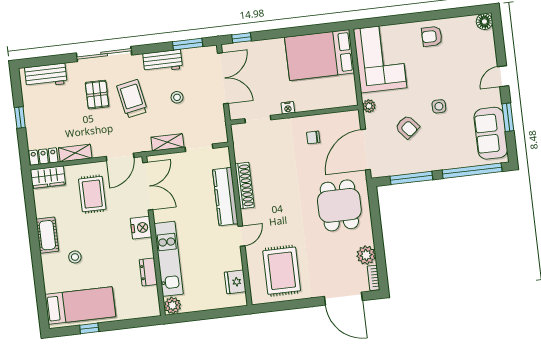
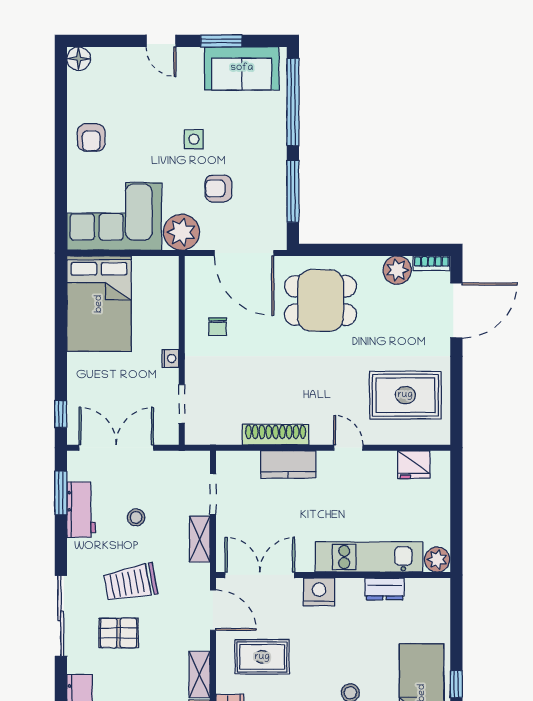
workbench: (163, 61) -> (81, 510), moved
plant: (369, 106) -> (181, 232), width x1.87, depth x1.87
armchair: (407, 127) -> (218, 189), turned -140
kitchen counter: (225, 197) -> (288, 464), width x0.67

